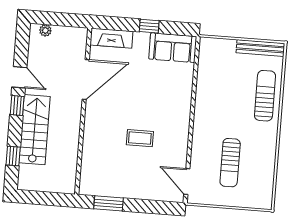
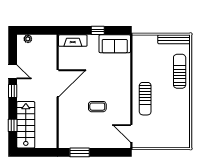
door: (86, 80) -> (58, 83), moved
stairs: (35, 130) -> (26, 125), moved
sun lounger: (230, 163) -> (145, 99), moved

